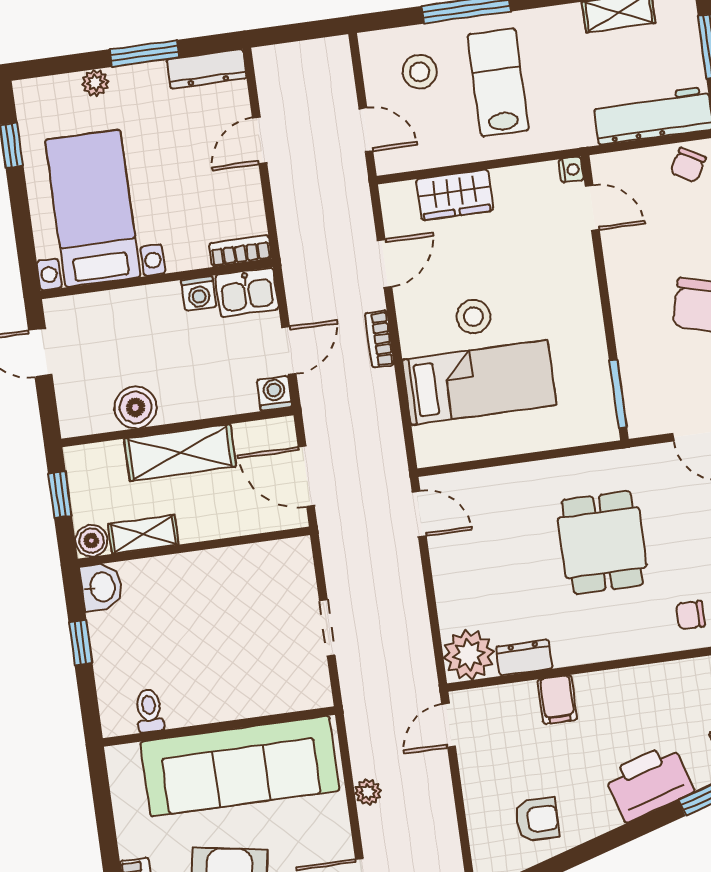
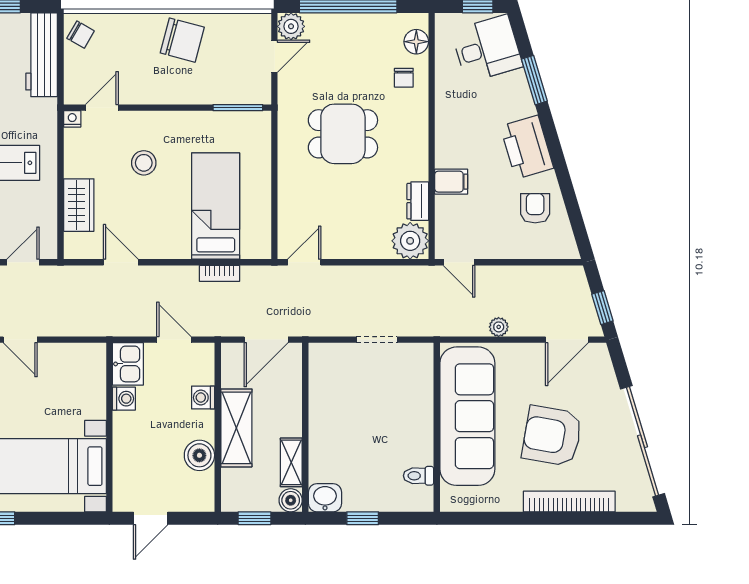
bookcase: (240, 251) -> (98, 365), removed
stool: (474, 317) -> (144, 163), moved
bookcase: (379, 339) -> (220, 273), moved
washing machine: (274, 393) -> (203, 398), moved
printer: (649, 783) -> (527, 147), moved

